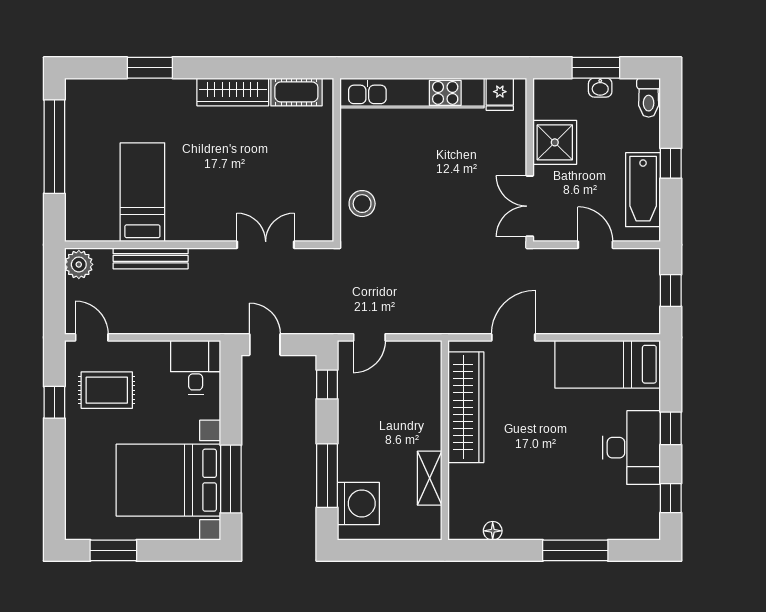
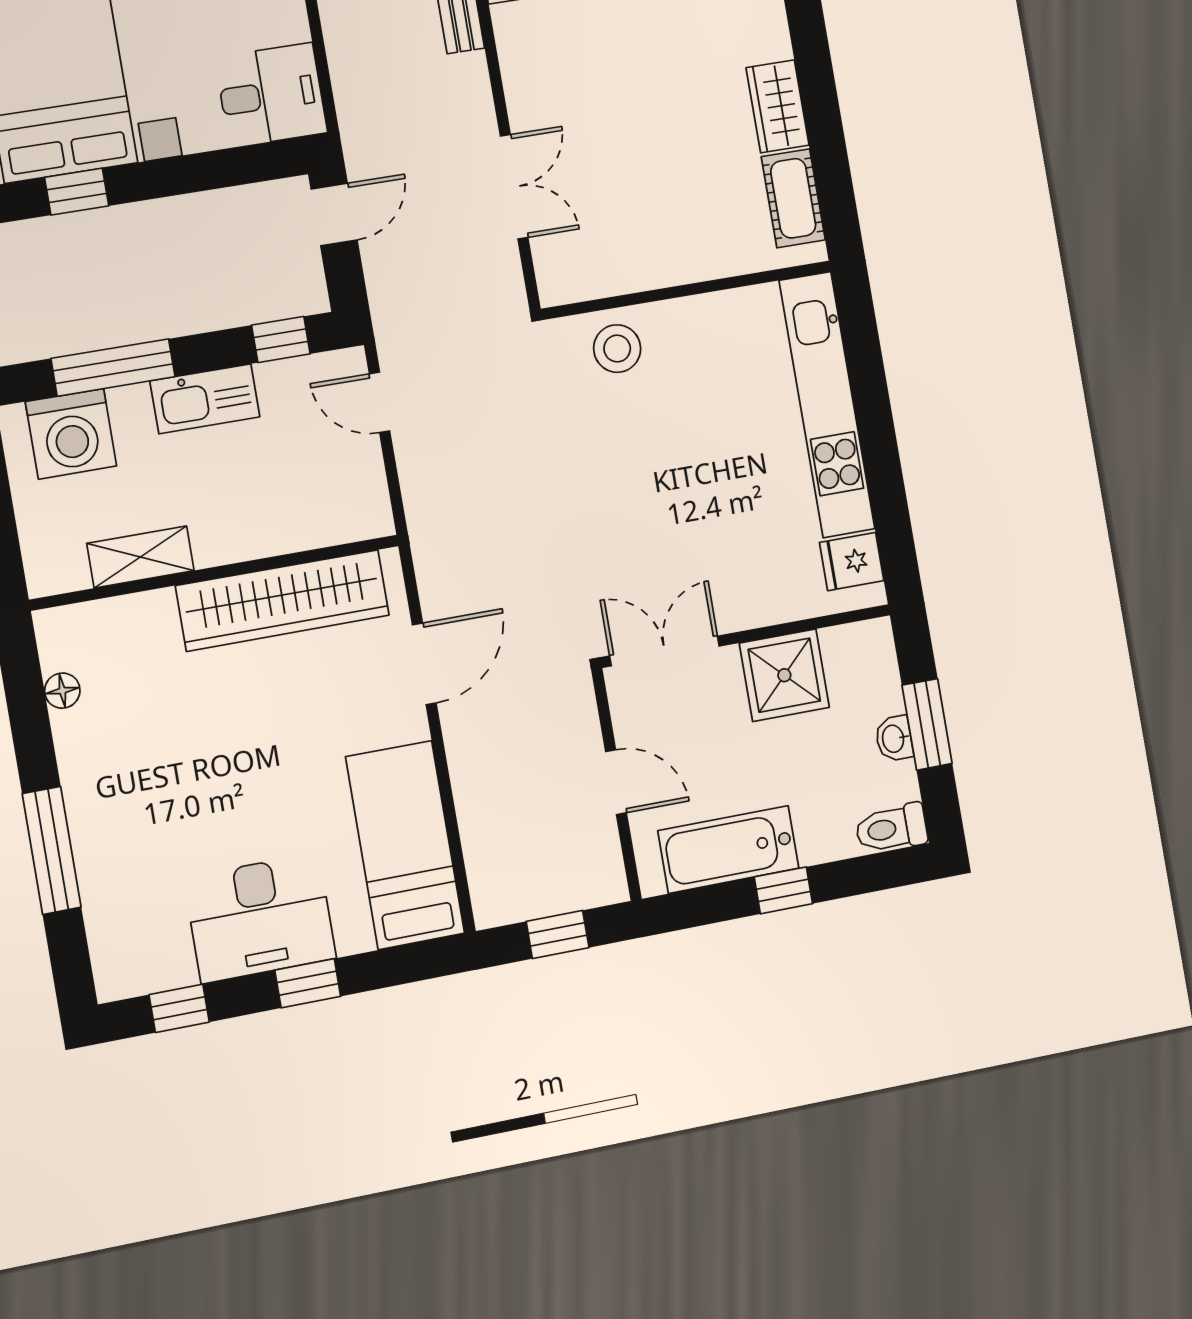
wardrobe: (233, 92) -> (777, 106), width x0.67
door: (595, 245) -> (616, 782), hinge flipped
door: (513, 337) -> (424, 664), hinge flipped
kitchen sink: (352, 430) -> (205, 399), added
window: (231, 479) -> (77, 192), width x0.46

